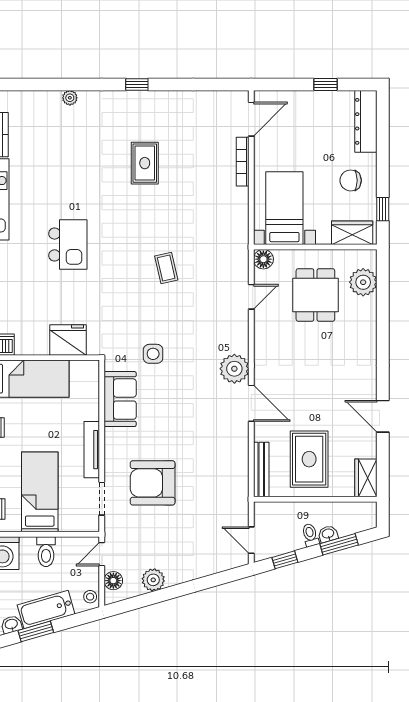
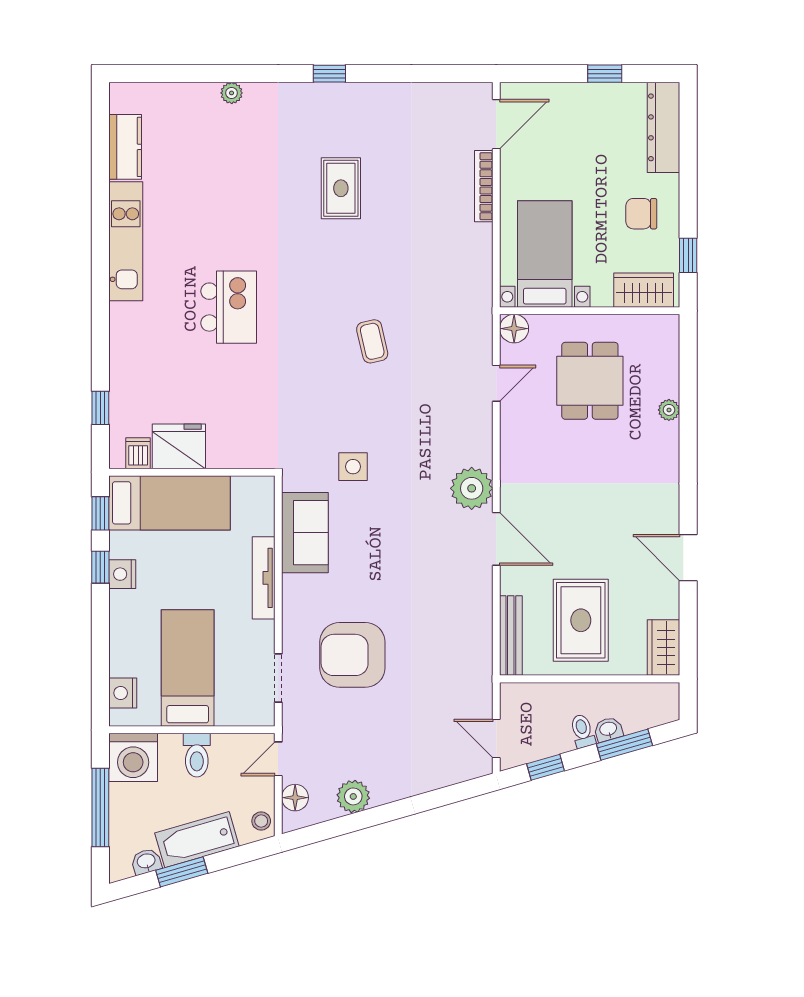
plant: (363, 282) -> (669, 410), moved, width x0.53, depth x0.53
fridge: (68, 340) -> (179, 446), moved
tv unit: (92, 450) -> (264, 578), moved

